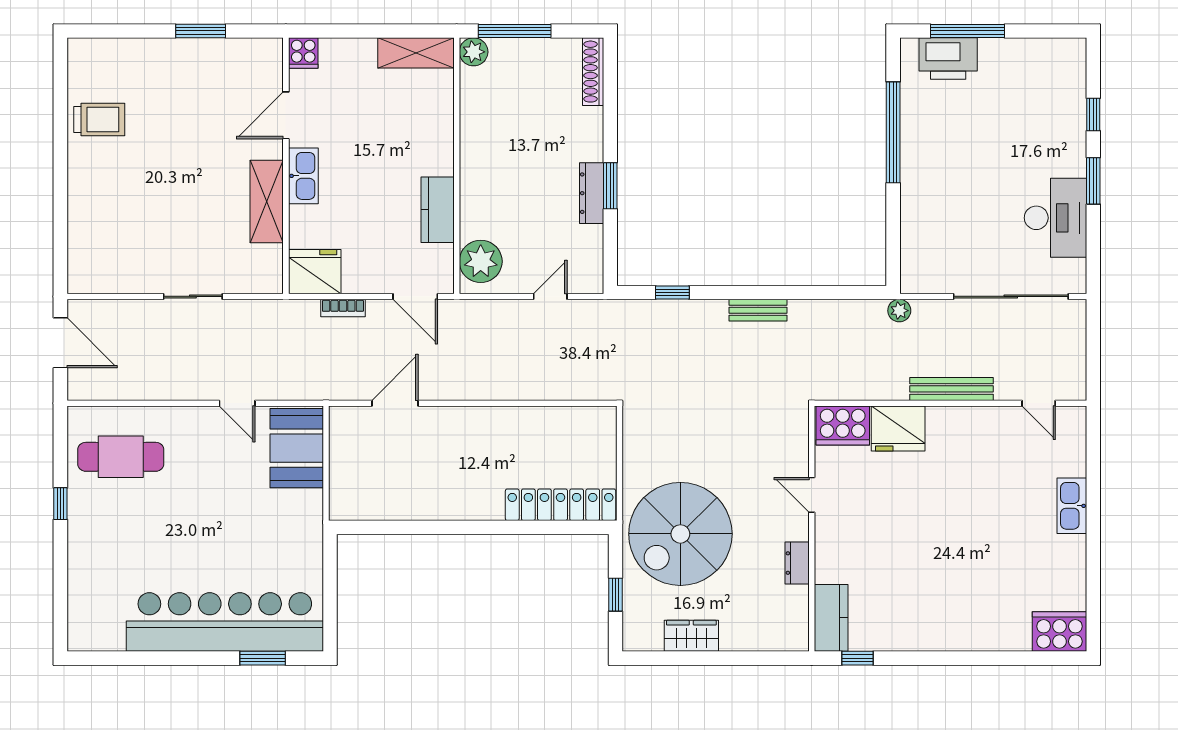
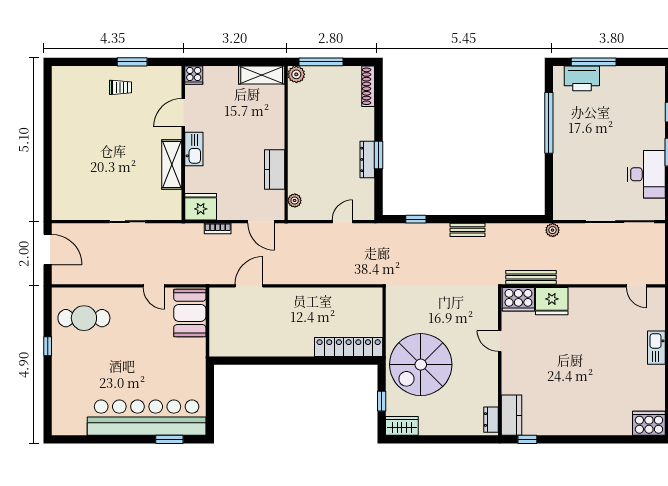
trolley: (99, 120) -> (120, 87), moved, width x0.73, depth x0.72
plant: (481, 261) -> (295, 200), width x0.53, depth x0.53
bench: (952, 389) -> (531, 277), moved
dresser: (797, 563) -> (491, 420), moved
wardrobe: (691, 636) -> (402, 426), moved

